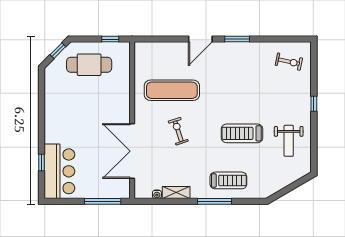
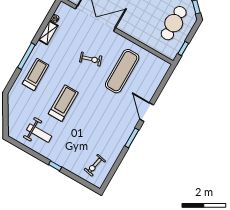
weight bench: (289, 141) -> (39, 133), turned 180
treadmill: (228, 180) -> (36, 74), turned 180

